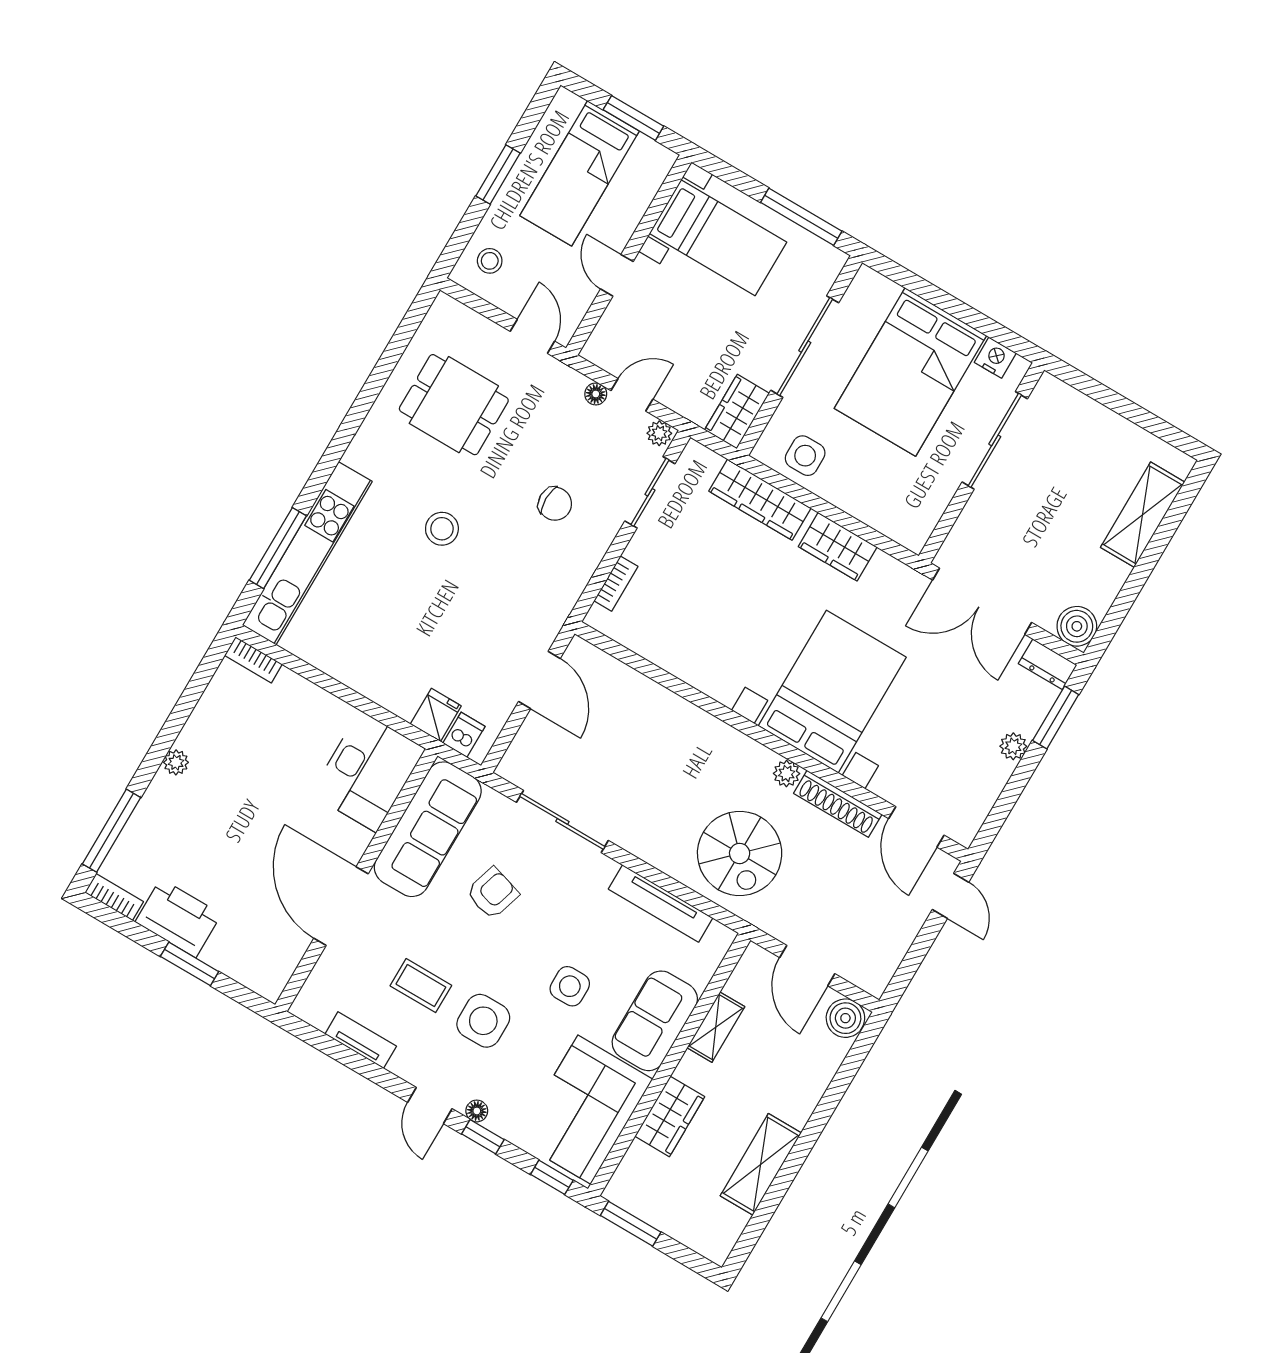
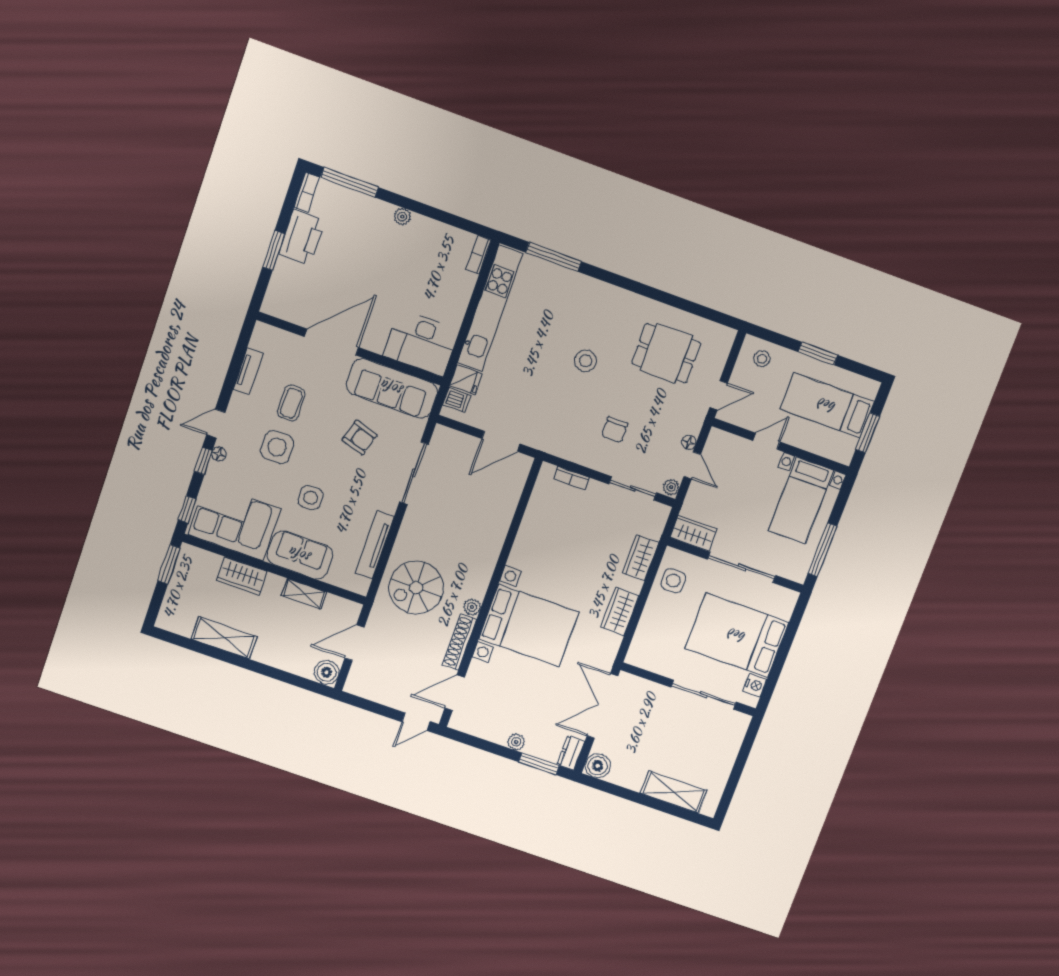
dining table: (454, 405) -> (666, 353), turned 90
wardrobe: (760, 500) -> (641, 558), width x0.67
kitchen unit: (307, 553) -> (490, 308), moved, turned -90

